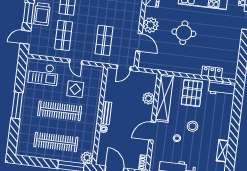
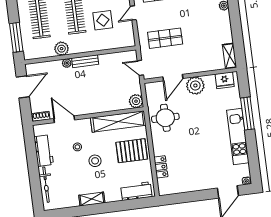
round table: (184, 33) -> (165, 118), moved
workbench: (222, 88) -> (136, 191), moved, turned 90
plant: (149, 98) -> (136, 101), moved
door: (152, 131) -> (64, 119), moved
shelving: (222, 151) -> (92, 199), moved
plant: (87, 158) -> (62, 49), moved

